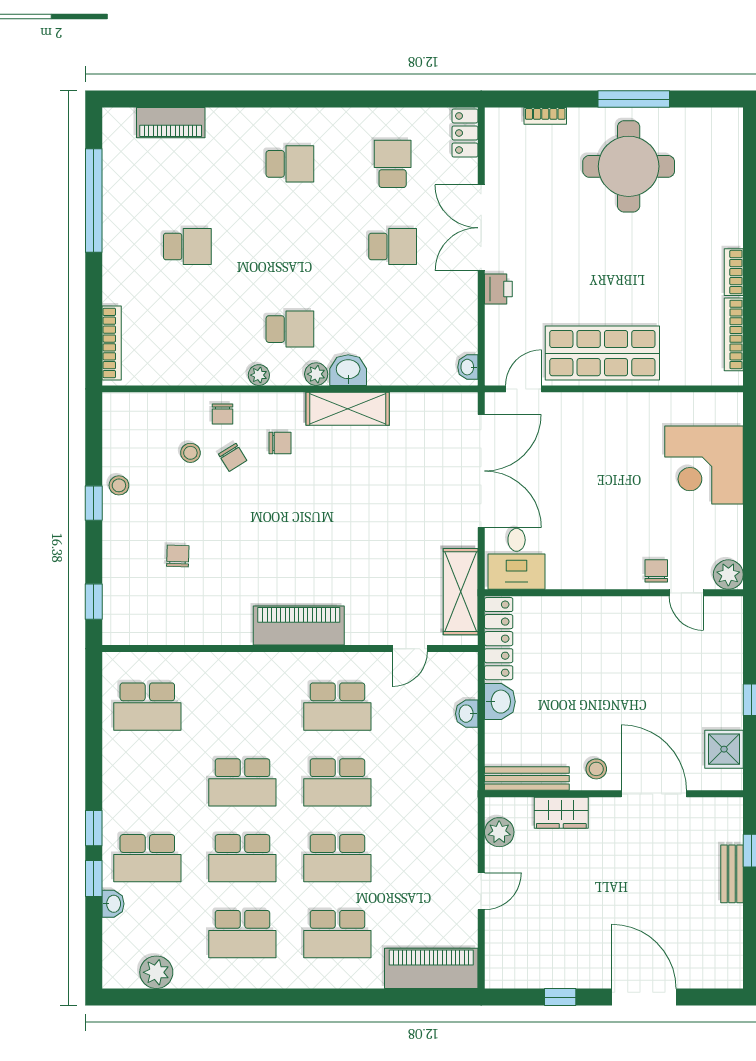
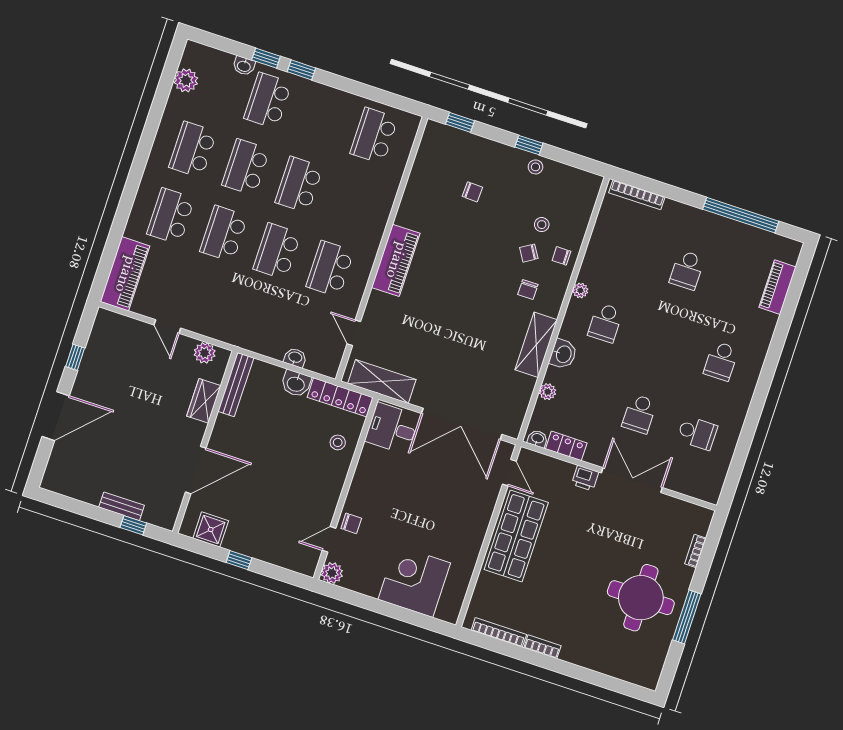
locker: (465, 133) -> (566, 446), moved
plant: (316, 374) -> (548, 392), moved
stool: (596, 769) -> (338, 442), moved

